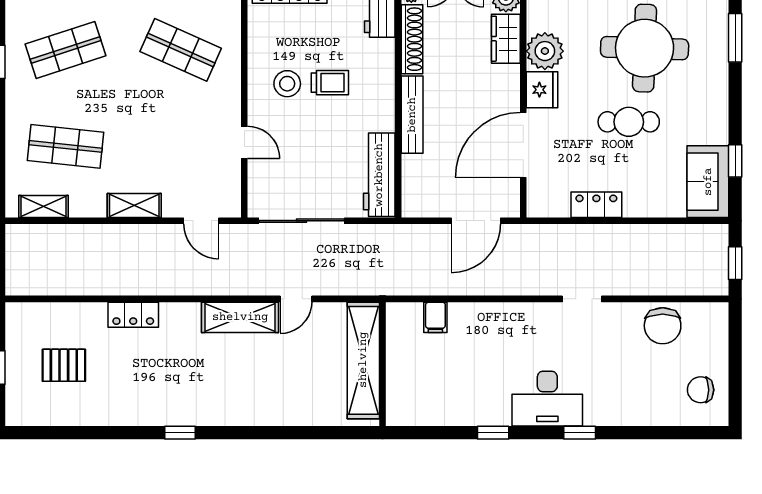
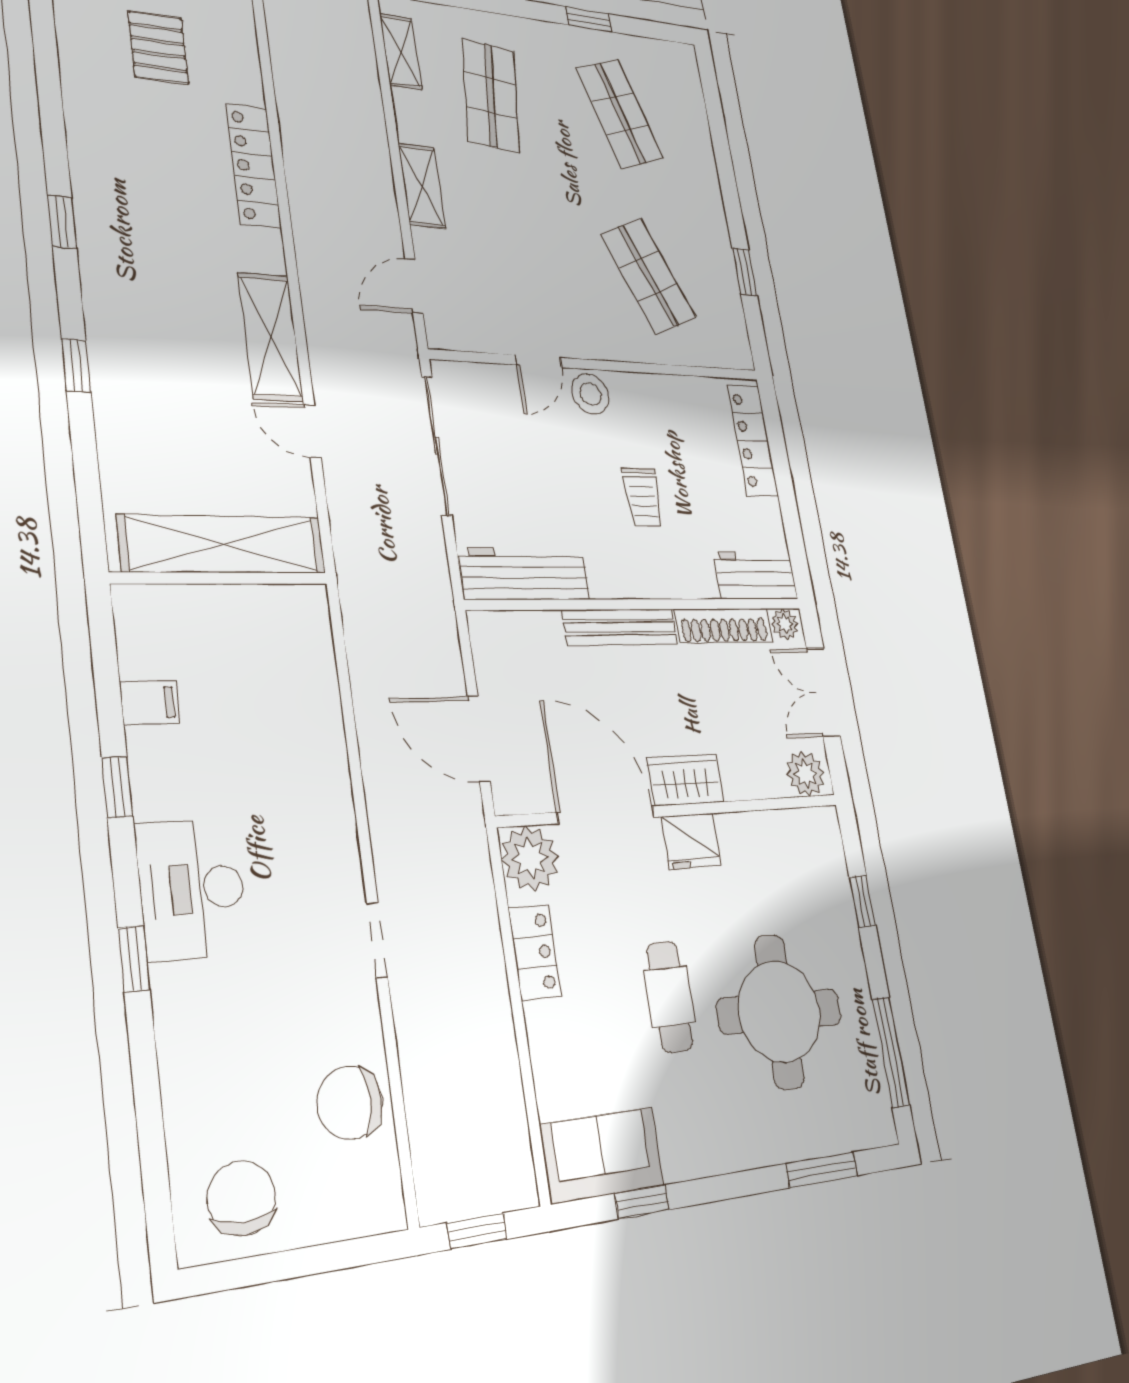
wardrobe: (506, 39) -> (685, 780), moved
shop shelf: (181, 50) -> (648, 276), turned -48
plant: (545, 51) -> (530, 858), moved
stool: (287, 84) -> (591, 394), moved
locker: (133, 315) -> (254, 166), width x1.53
filing cabinet: (435, 317) -> (150, 703), moved, turned 180
chair: (701, 390) -> (242, 1198), width x1.37, depth x1.37
window: (264, 433) -> (76, 365), added

